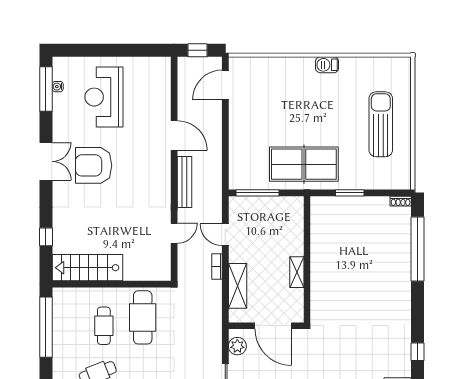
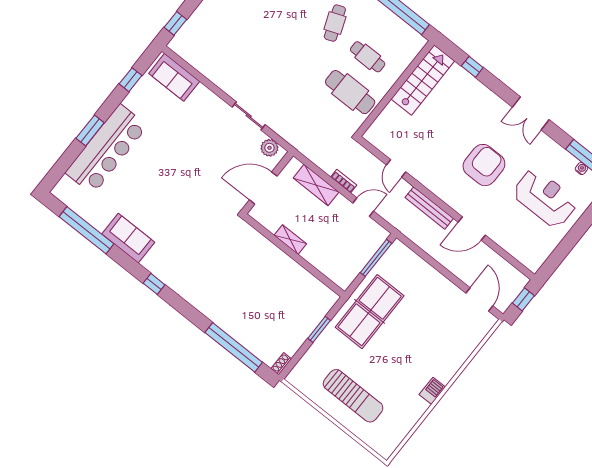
armchair: (94, 165) -> (484, 165), moved

